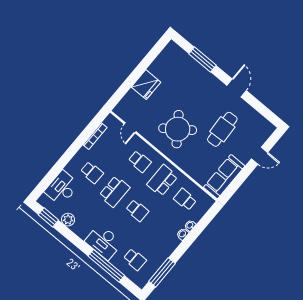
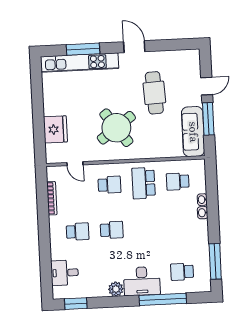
kitchen unit: (192, 66) -> (80, 63), added
fridge: (146, 85) -> (55, 129), moved
window: (241, 178) -> (208, 119), added
desk: (62, 188) -> (65, 273), width x0.73
school desk: (115, 192) -> (112, 230), width x0.54
school desk: (137, 210) -> (146, 228), removed
plant: (68, 220) -> (116, 289), moved
school desk: (135, 260) -> (182, 272), turned 180

